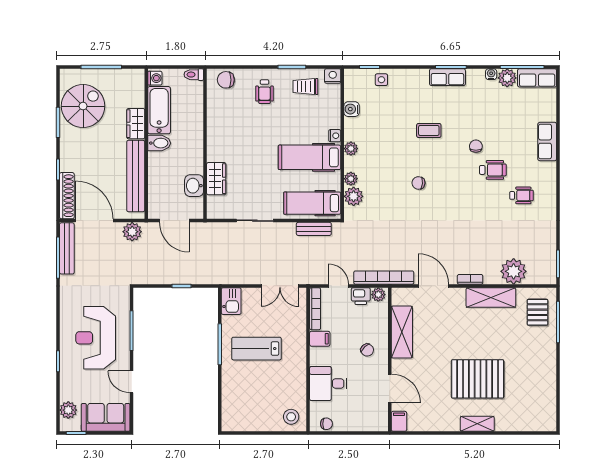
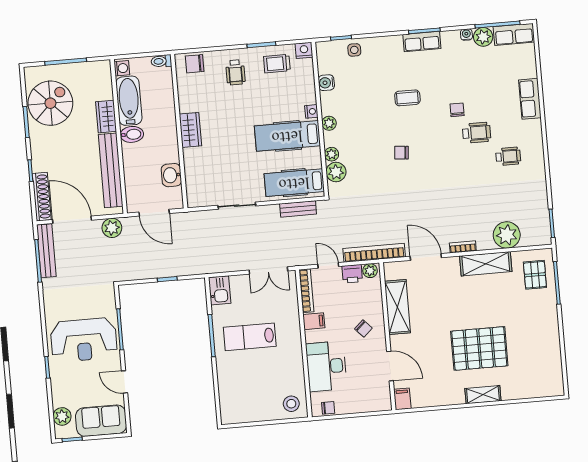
wardrobe: (216, 179) -> (190, 130), moved
reception desk: (96, 338) -> (84, 340), turned -90
desk: (328, 383) -> (326, 366), width x1.37

